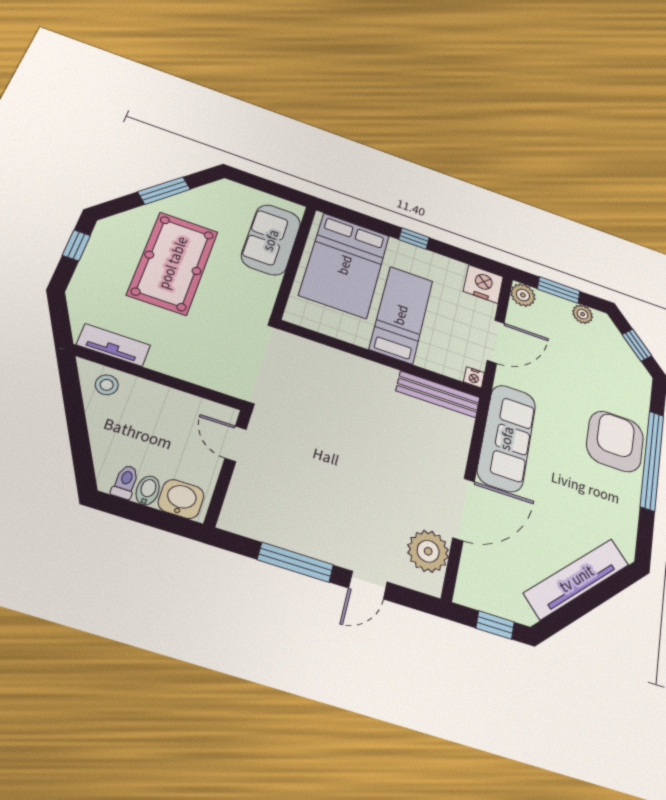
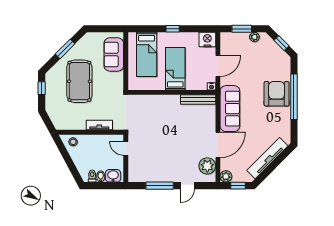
bed: (345, 265) -> (147, 54), width x0.67
plant: (523, 295) -> (226, 176), moved
tv unit: (113, 345) -> (99, 125), moved

